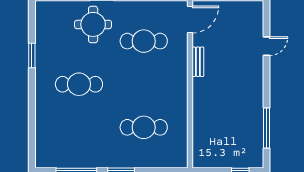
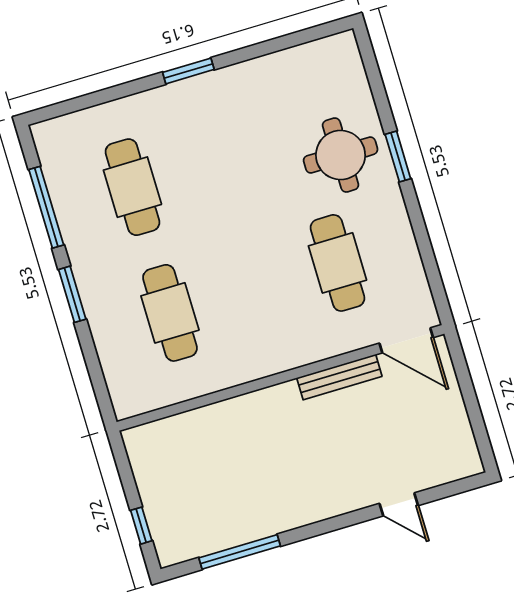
window: (32, 55) -> (188, 71), moved
bench: (198, 62) -> (339, 377), width x1.36
cafe table: (79, 84) -> (132, 187), moved

